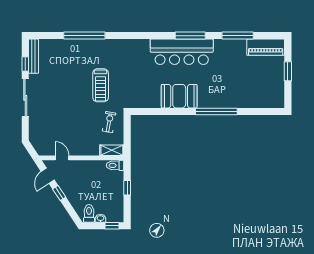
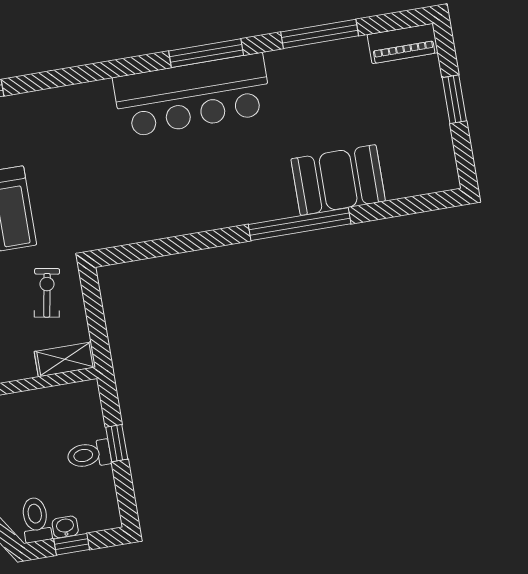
piano: (266, 47) -> (403, 44), width x0.73, depth x0.75
booth: (179, 96) -> (338, 180), moved
toilet: (115, 165) -> (89, 455), moved
window: (112, 226) -> (72, 544), moved

